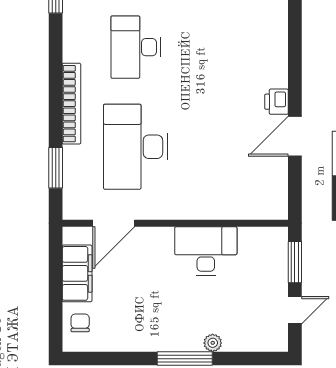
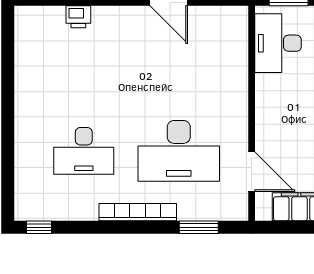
printer: (276, 102) -> (78, 17), moved
desk: (206, 251) -> (278, 43), moved

